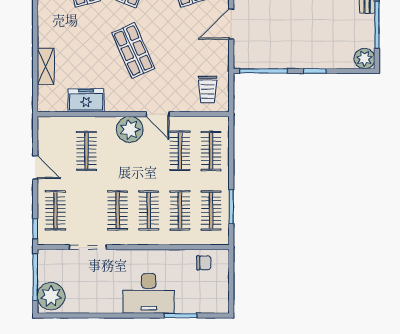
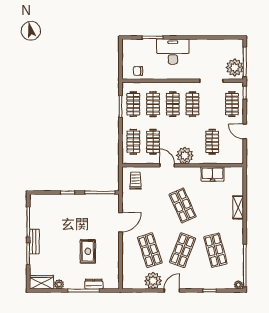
plant: (364, 59) -> (36, 200), removed
shelving: (46, 66) -> (238, 207), moved
plant: (51, 296) -> (235, 67), moved

